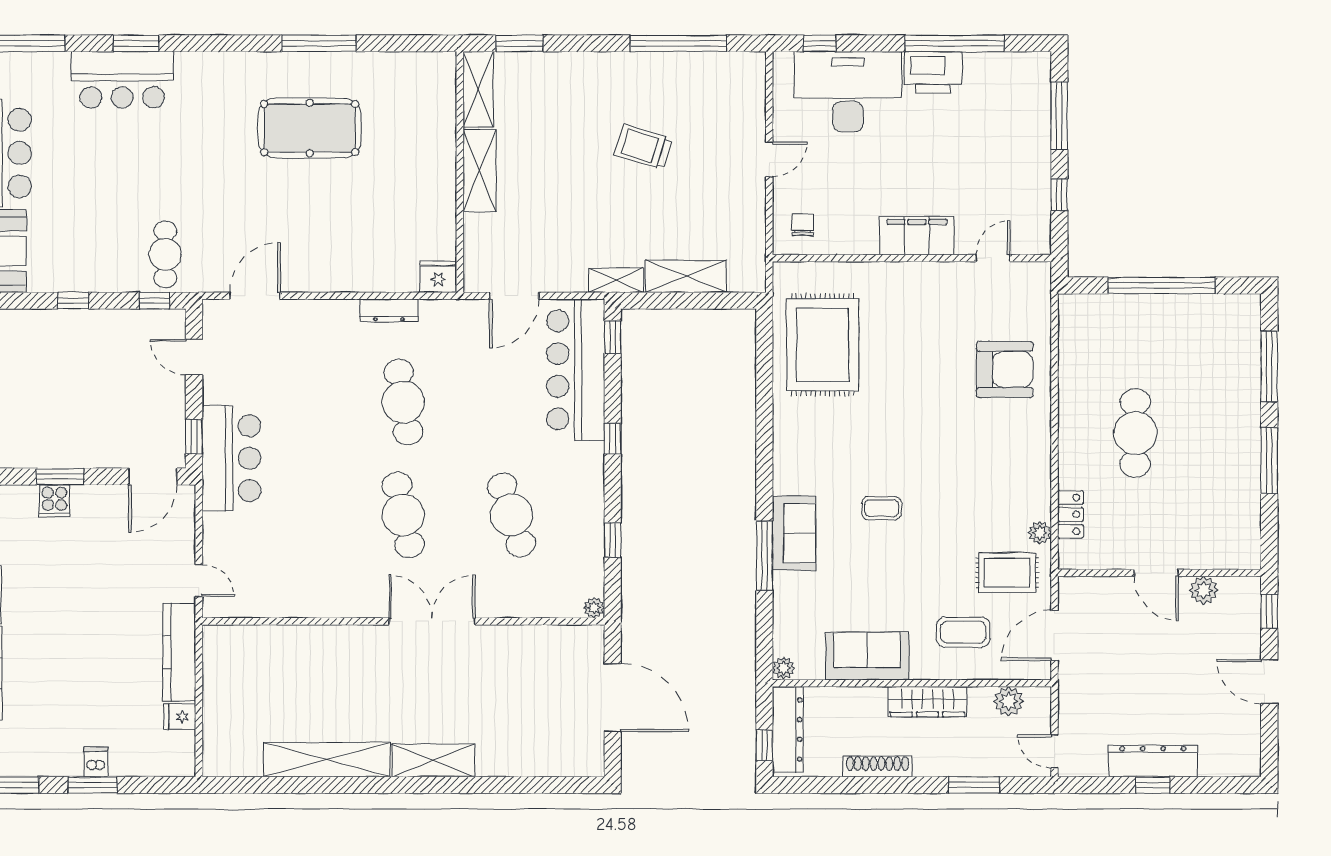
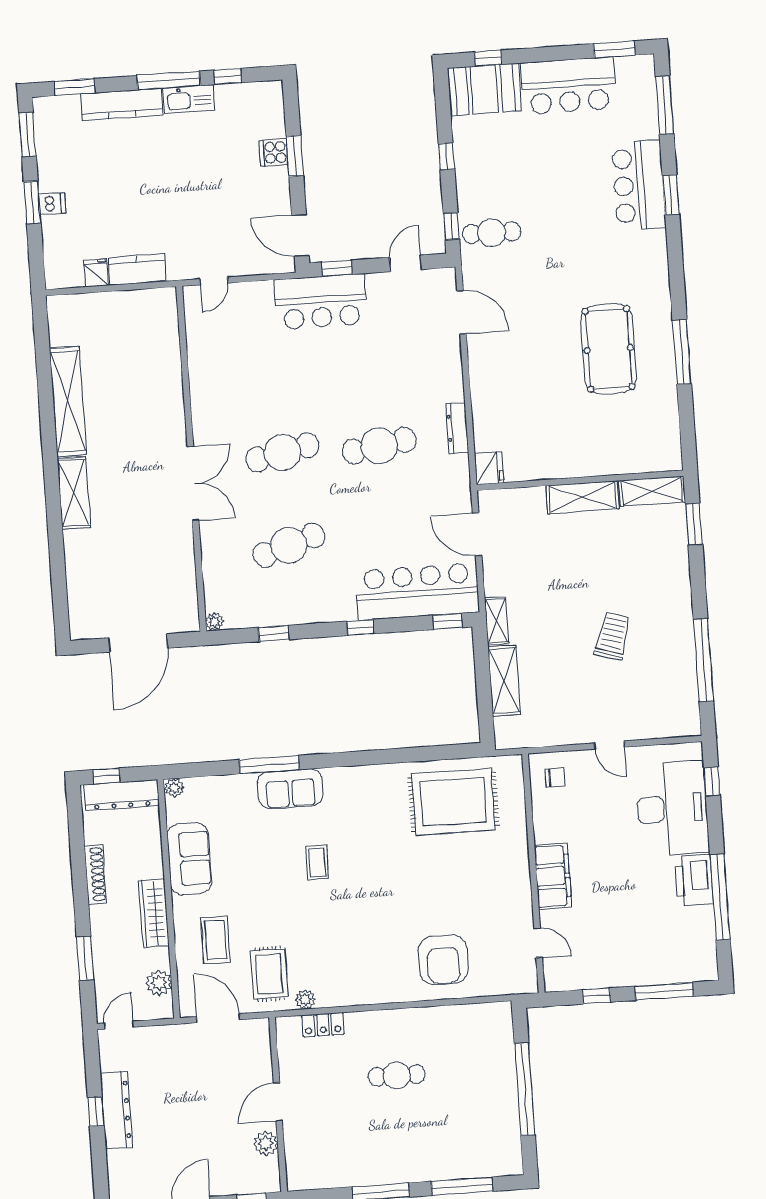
cafe table: (1135, 433) -> (397, 1075), width x0.73, depth x0.74
kitchen counter: (179, 652) -> (137, 270), width x0.67

